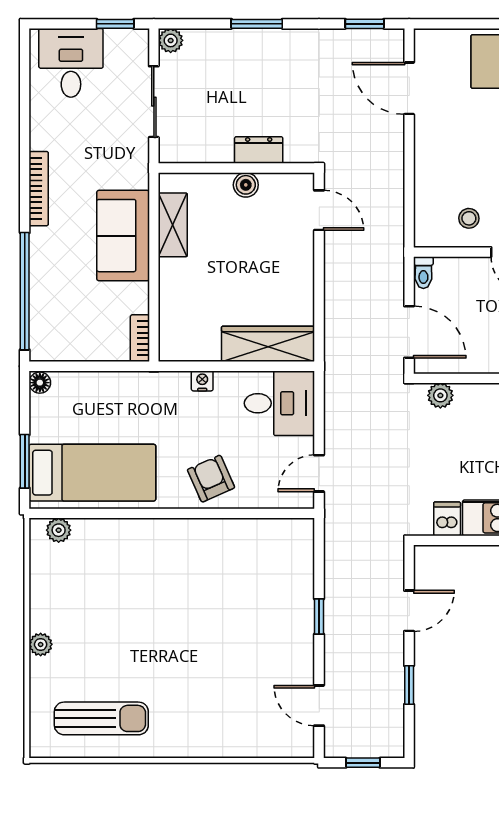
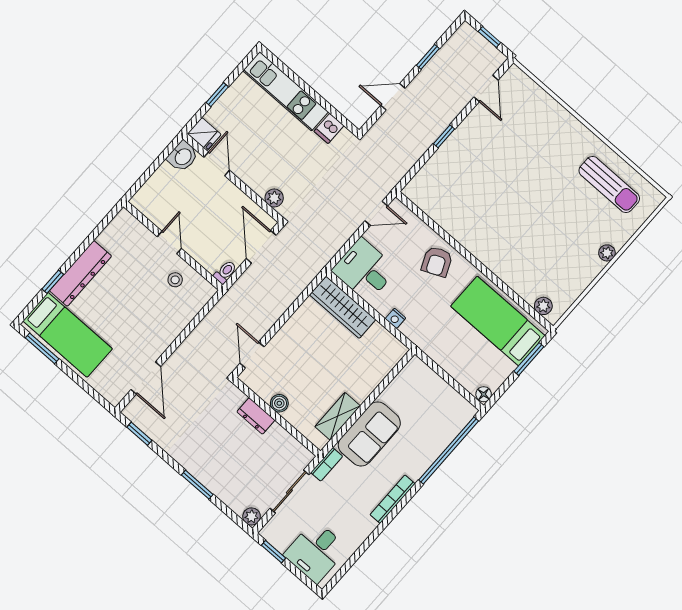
bookcase: (140, 338) -> (327, 464), moved
sun lounger: (101, 718) -> (609, 184), turned 180

